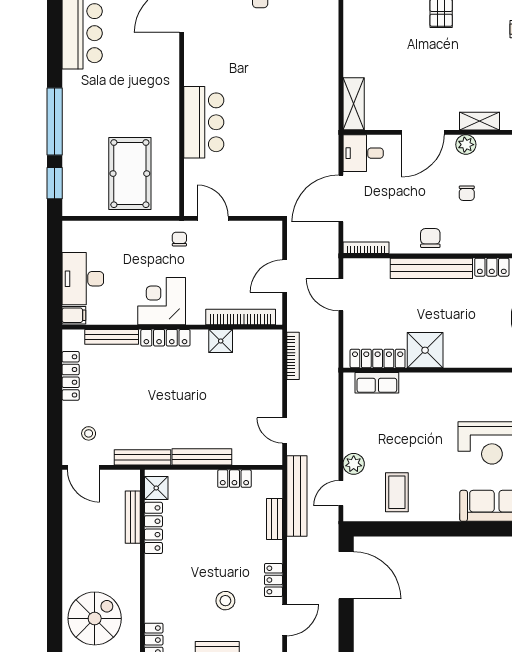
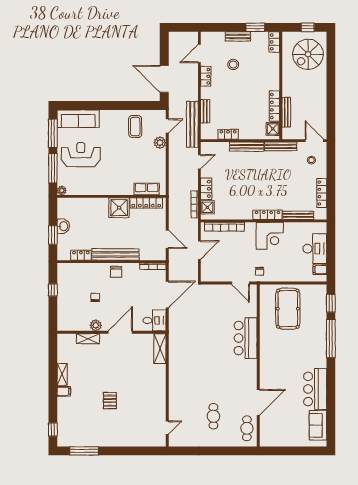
filing cabinet: (74, 315) -> (320, 270), moved
shower: (221, 341) -> (207, 207), moved
locker: (273, 383) -> (206, 189), added
door: (285, 431) -> (199, 162), hinge flipped

